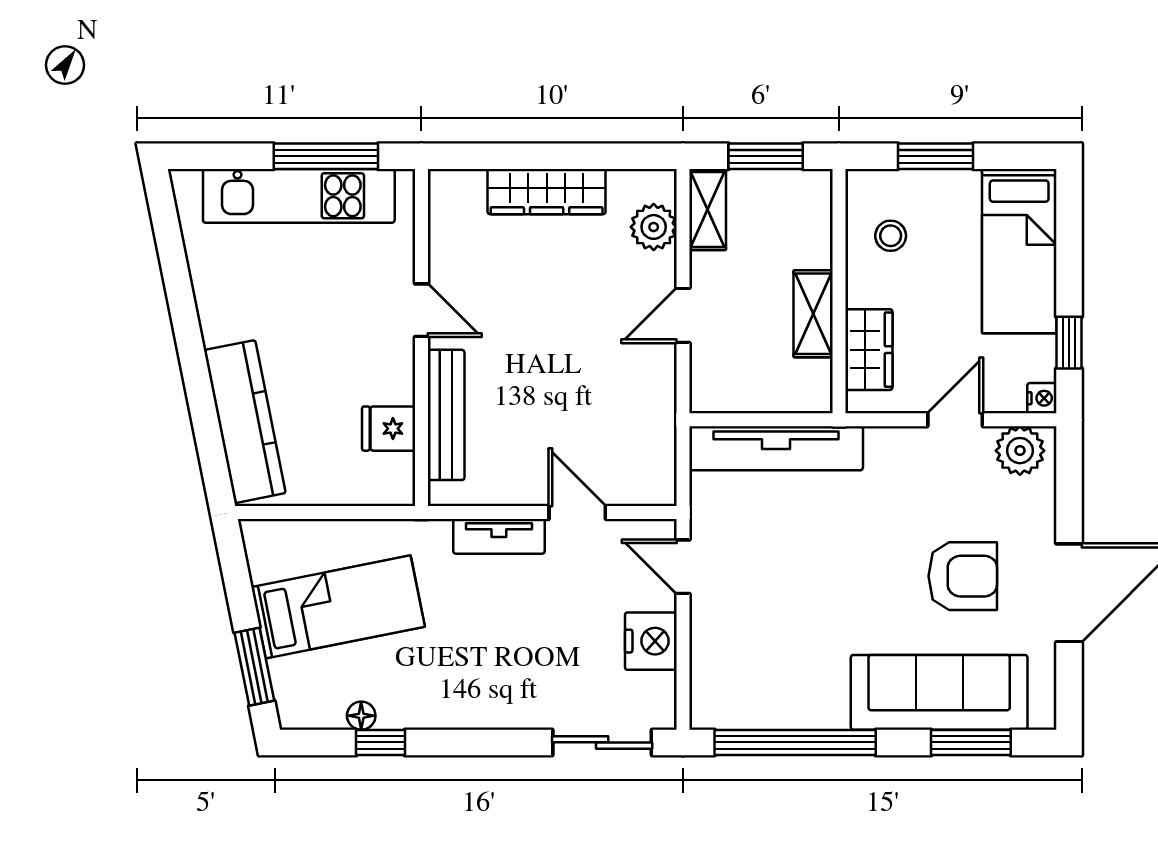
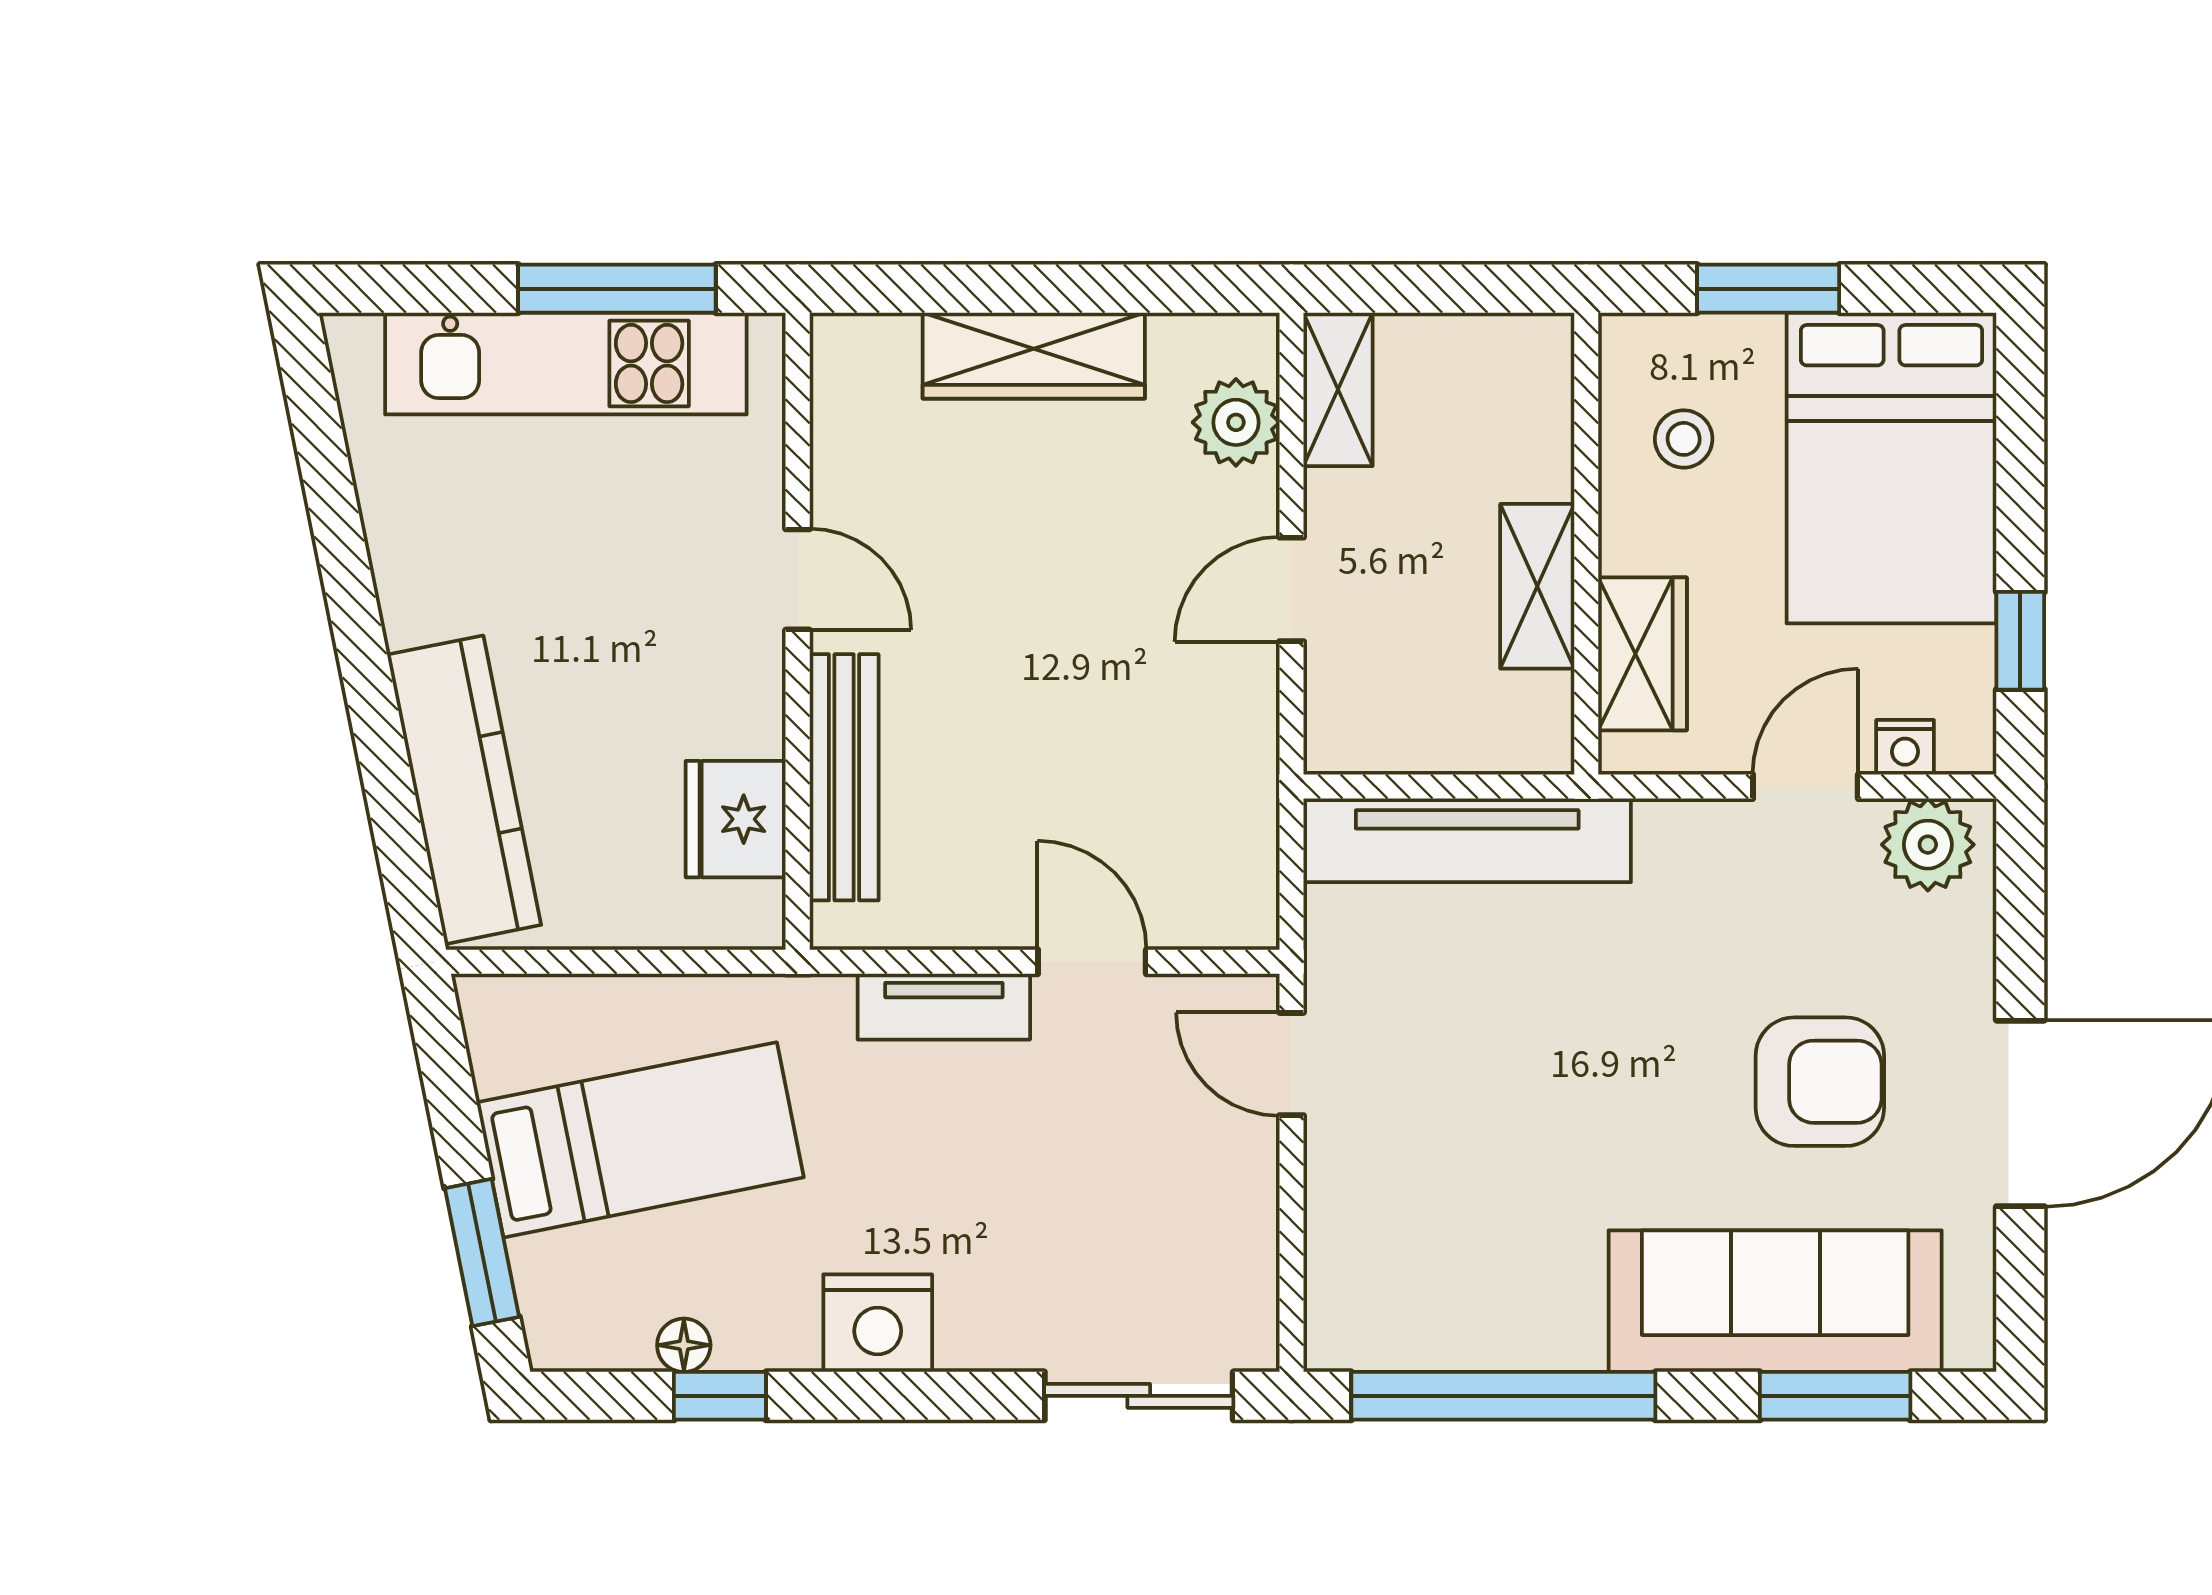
window: (766, 156) -> (1448, 289), removed
bed: (1019, 251) -> (1891, 468), width x1.50
nightstand: (1042, 398) -> (1905, 747), moved, turned 90
fridge: (389, 429) -> (736, 819), width x1.38
nightstand: (651, 641) -> (878, 1323), moved, turned 90

